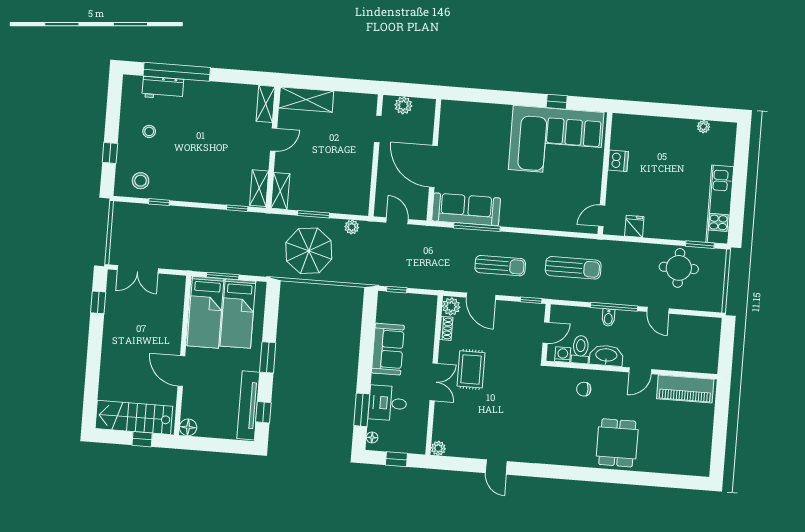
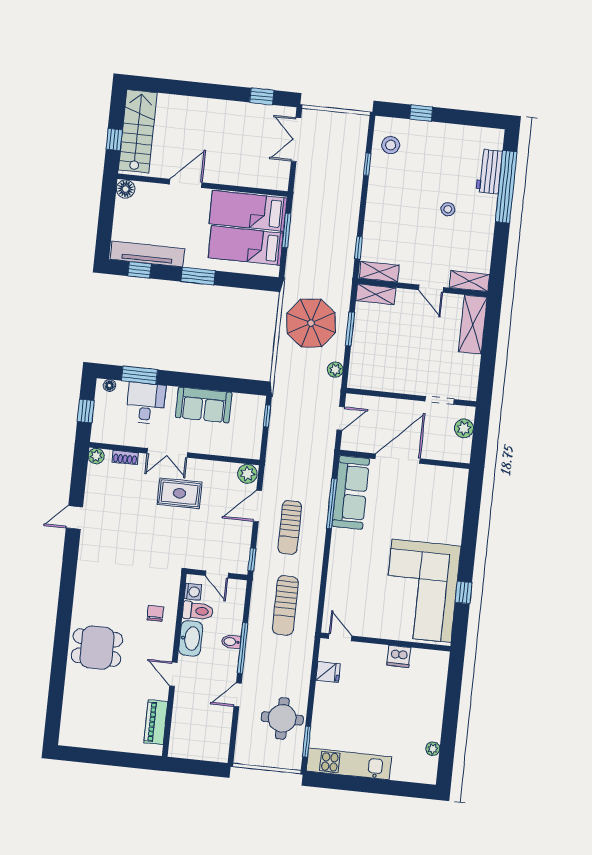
stool: (149, 131) -> (448, 209), moved
shoe rack: (446, 328) -> (125, 457), moved
piano: (685, 389) -> (156, 722), width x0.73, depth x0.75

